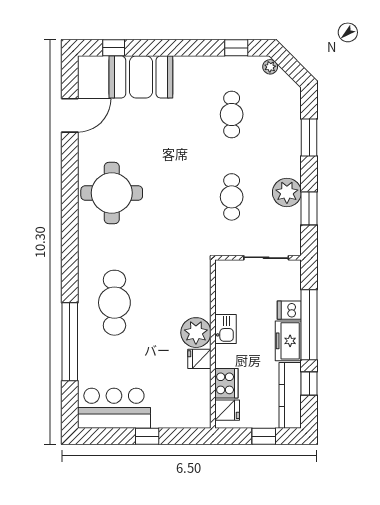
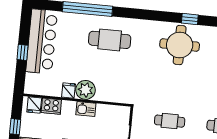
window: (70, 181) -> (190, 19), added
bar counter: (114, 408) -> (42, 41), width x1.36

